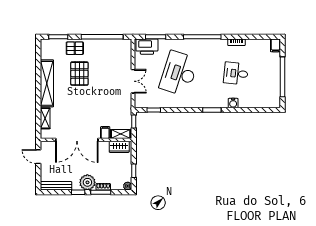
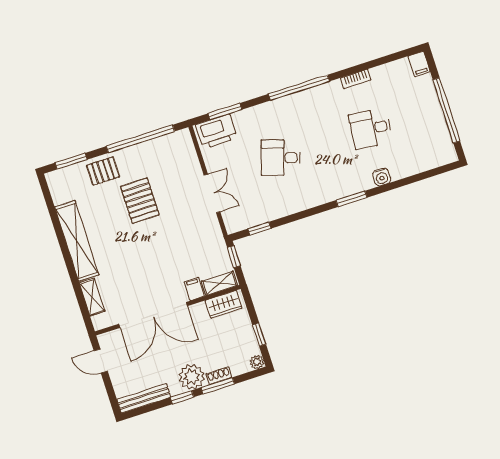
desk: (179, 73) -> (281, 158), width x0.53, depth x0.77
pallet: (79, 74) -> (140, 201), moved

